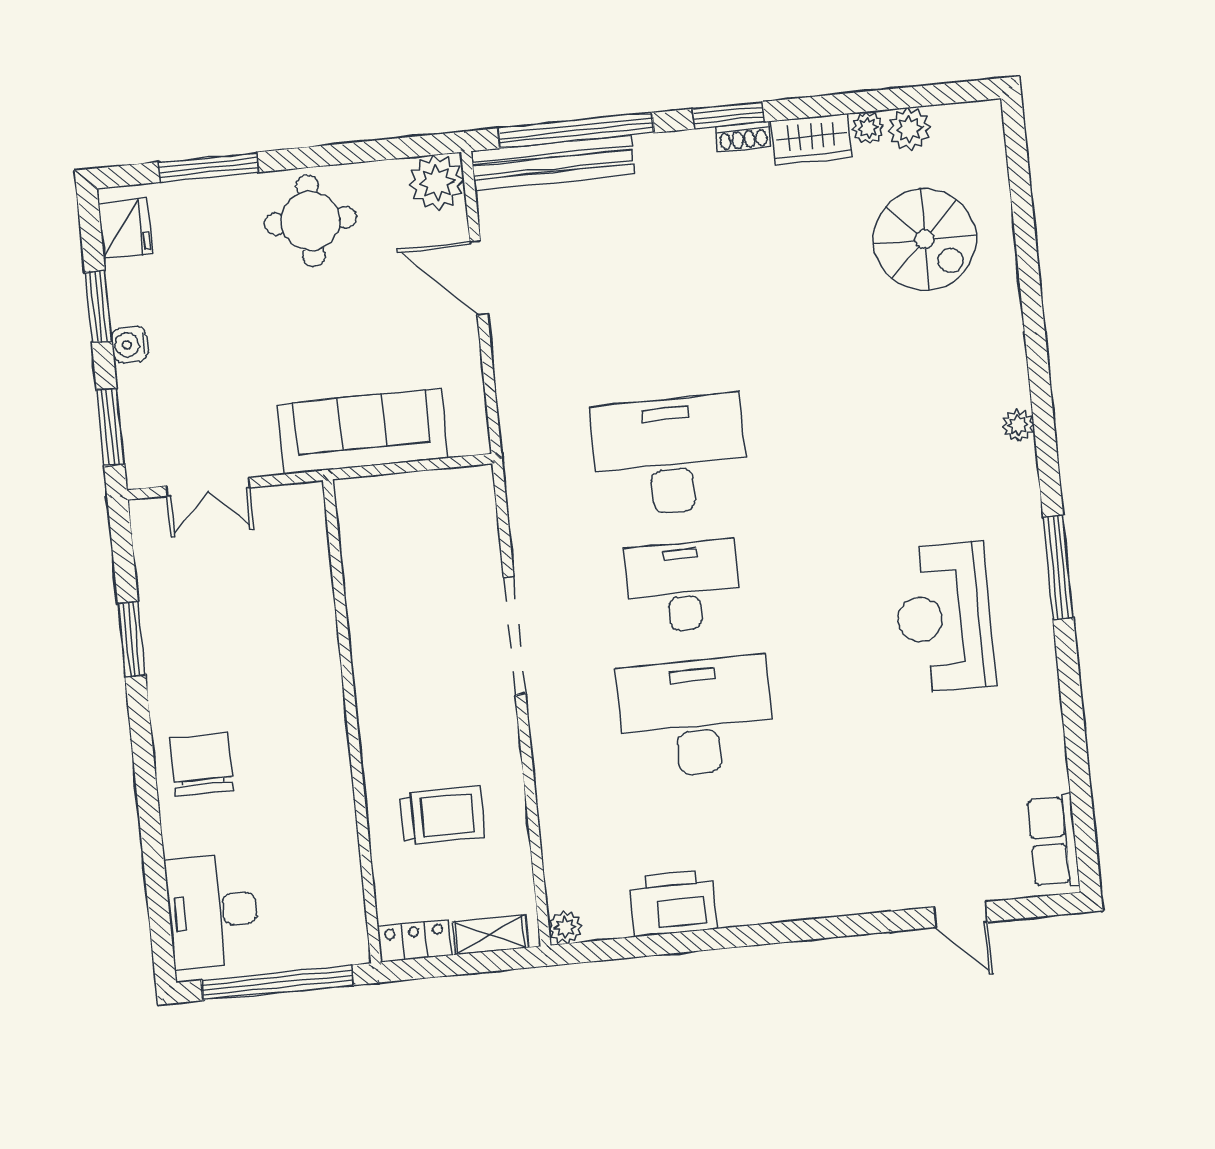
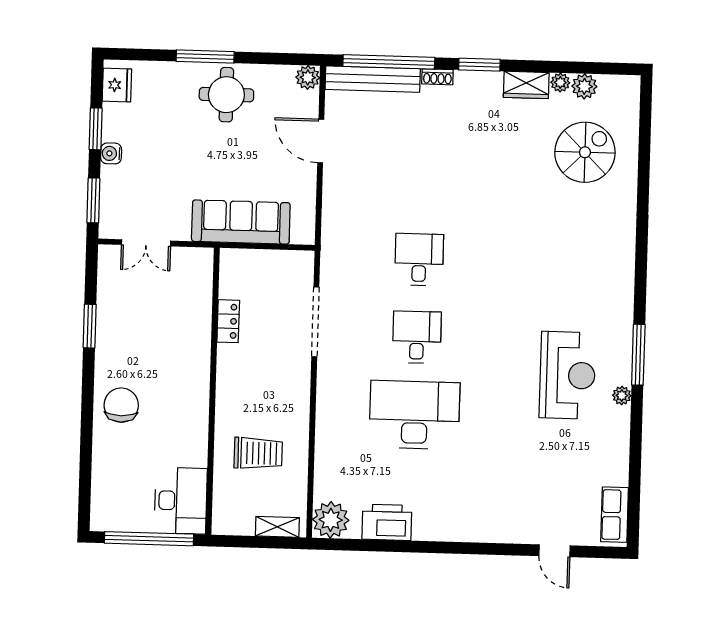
shoe rack: (743, 137) -> (437, 77), moved
window: (209, 167) -> (205, 56), moved
plant: (437, 182) -> (308, 77), width x0.73, depth x0.73
spiral stairs: (925, 239) -> (585, 152), turned -90
plant: (1018, 425) -> (622, 396), moved
desk: (670, 456) -> (419, 260), width x0.53, depth x0.77
desk: (683, 586) -> (417, 337), width x0.73
reception desk: (944, 617) -> (567, 375), turned 180
doorway: (515, 636) -> (315, 322), moved
desk: (212, 911) -> (181, 501), moved, turned 180
plant: (565, 927) -> (331, 520), width x1.88, depth x1.88
locker: (415, 941) -> (228, 321), moved, turned 90

